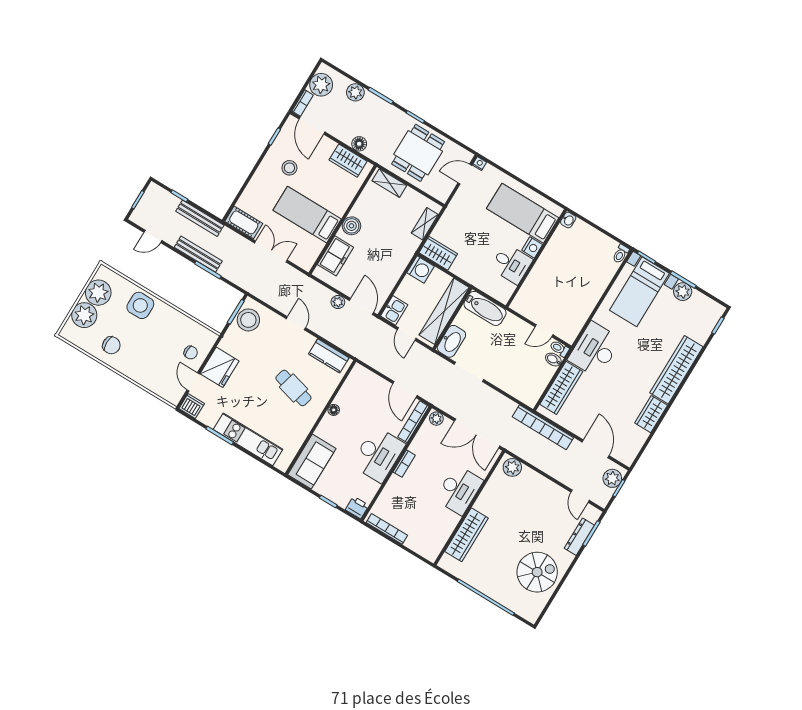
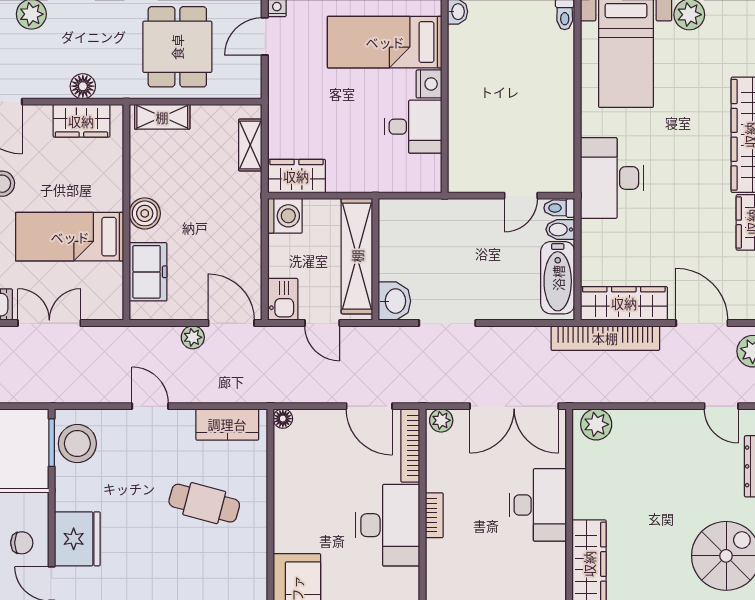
bathtub: (485, 308) -> (558, 278), moved, turned 90
washbasin: (451, 341) -> (394, 301), width x0.72
wardrobe: (561, 388) -> (624, 303), moved, turned -90
floor lamp: (334, 410) -> (283, 419), moved

